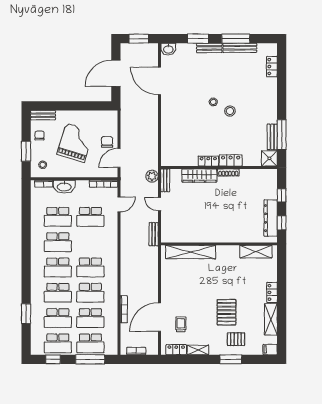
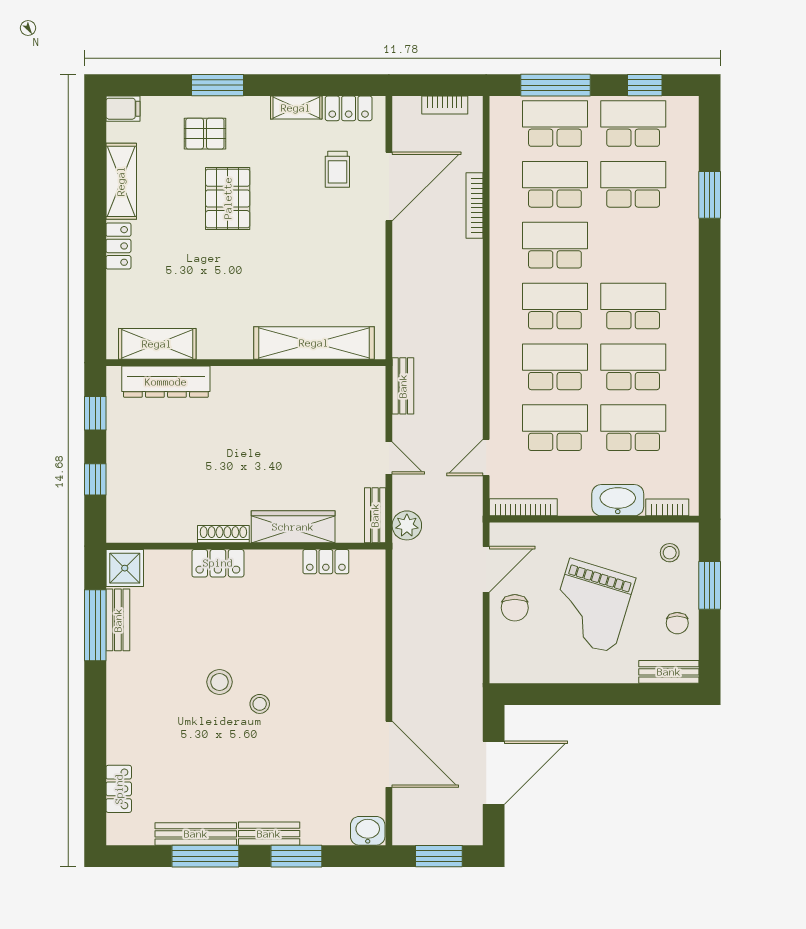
locker: (208, 161) -> (326, 562), moved
dresser: (271, 218) -> (166, 382), moved, turned 90
school desk: (58, 293) -> (555, 367), moved

